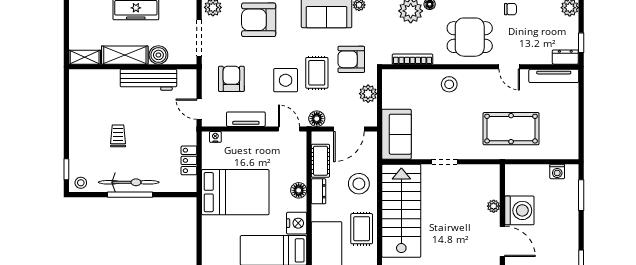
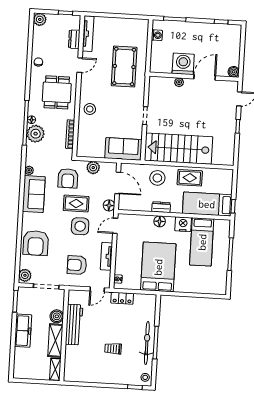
dresser: (565, 57) -> (74, 39), moved
locker: (189, 160) -> (122, 298), moved
cot: (320, 161) -> (139, 205), removed

